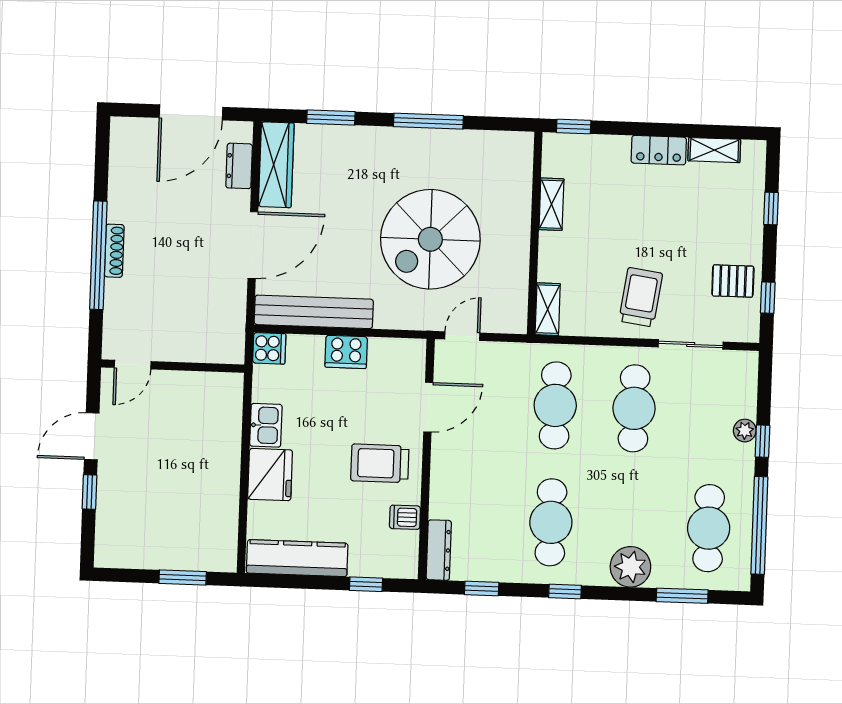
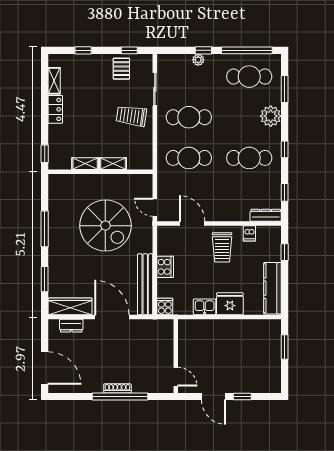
door: (191, 112) -> (45, 368), moved
shelving: (548, 309) -> (113, 164), moved

